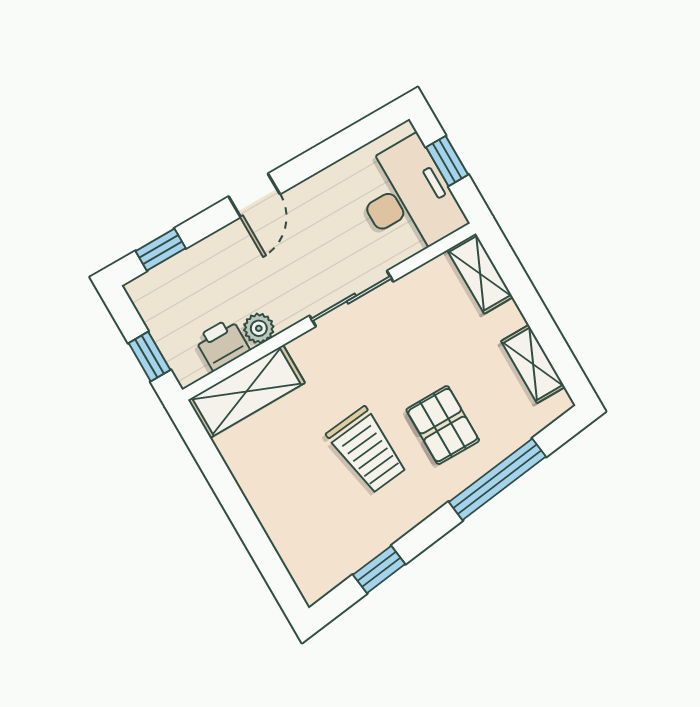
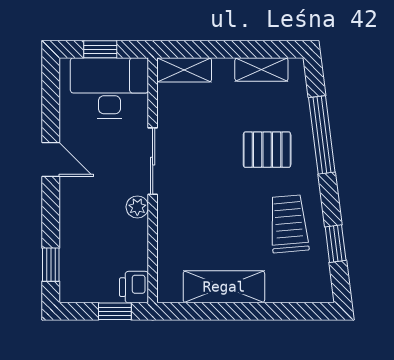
door: (254, 195) -> (51, 160), moved
plant: (259, 328) -> (137, 207), moved
printer: (222, 344) -> (134, 287), moved
shelving: (246, 391) -> (224, 287), moved, turned 90
trolley: (367, 450) -> (289, 224), moved, turned -89

